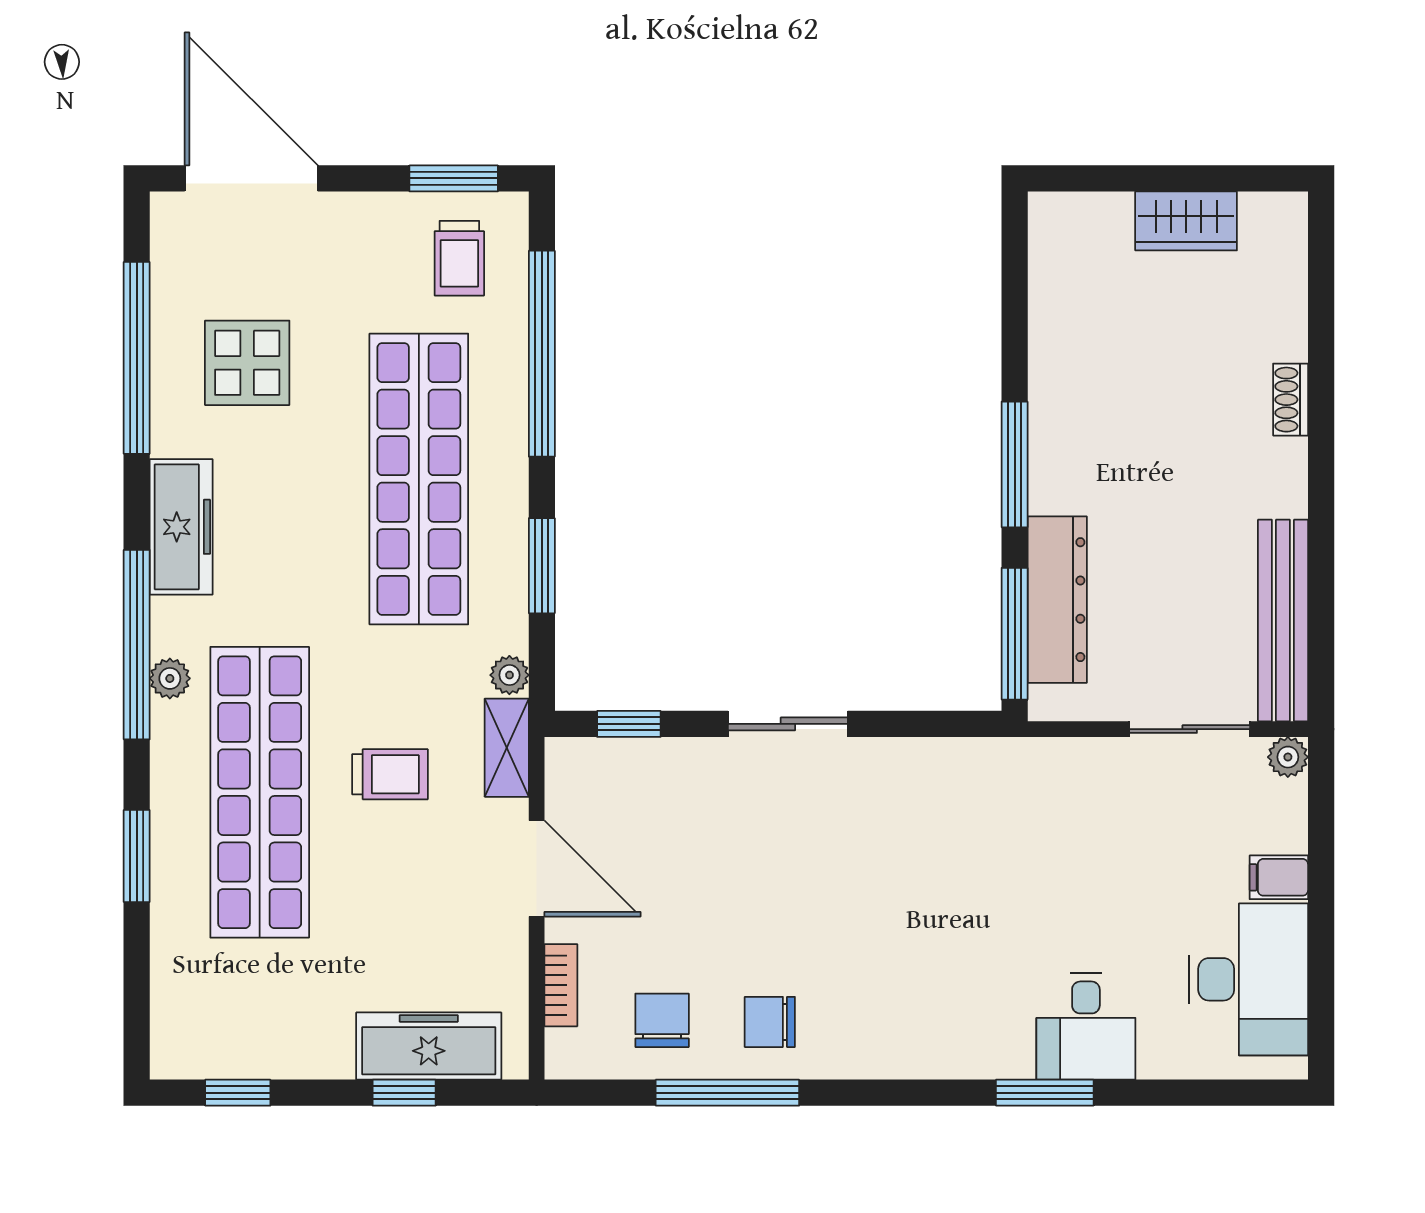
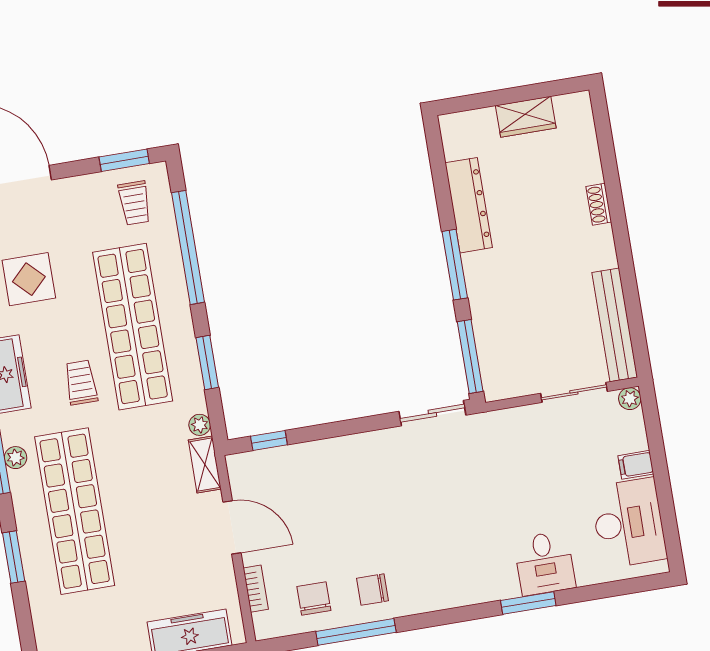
dresser: (1057, 600) -> (469, 205), moved
sliding door: (788, 724) -> (432, 413), moved
trolley: (390, 774) -> (81, 383), moved, turned -90

